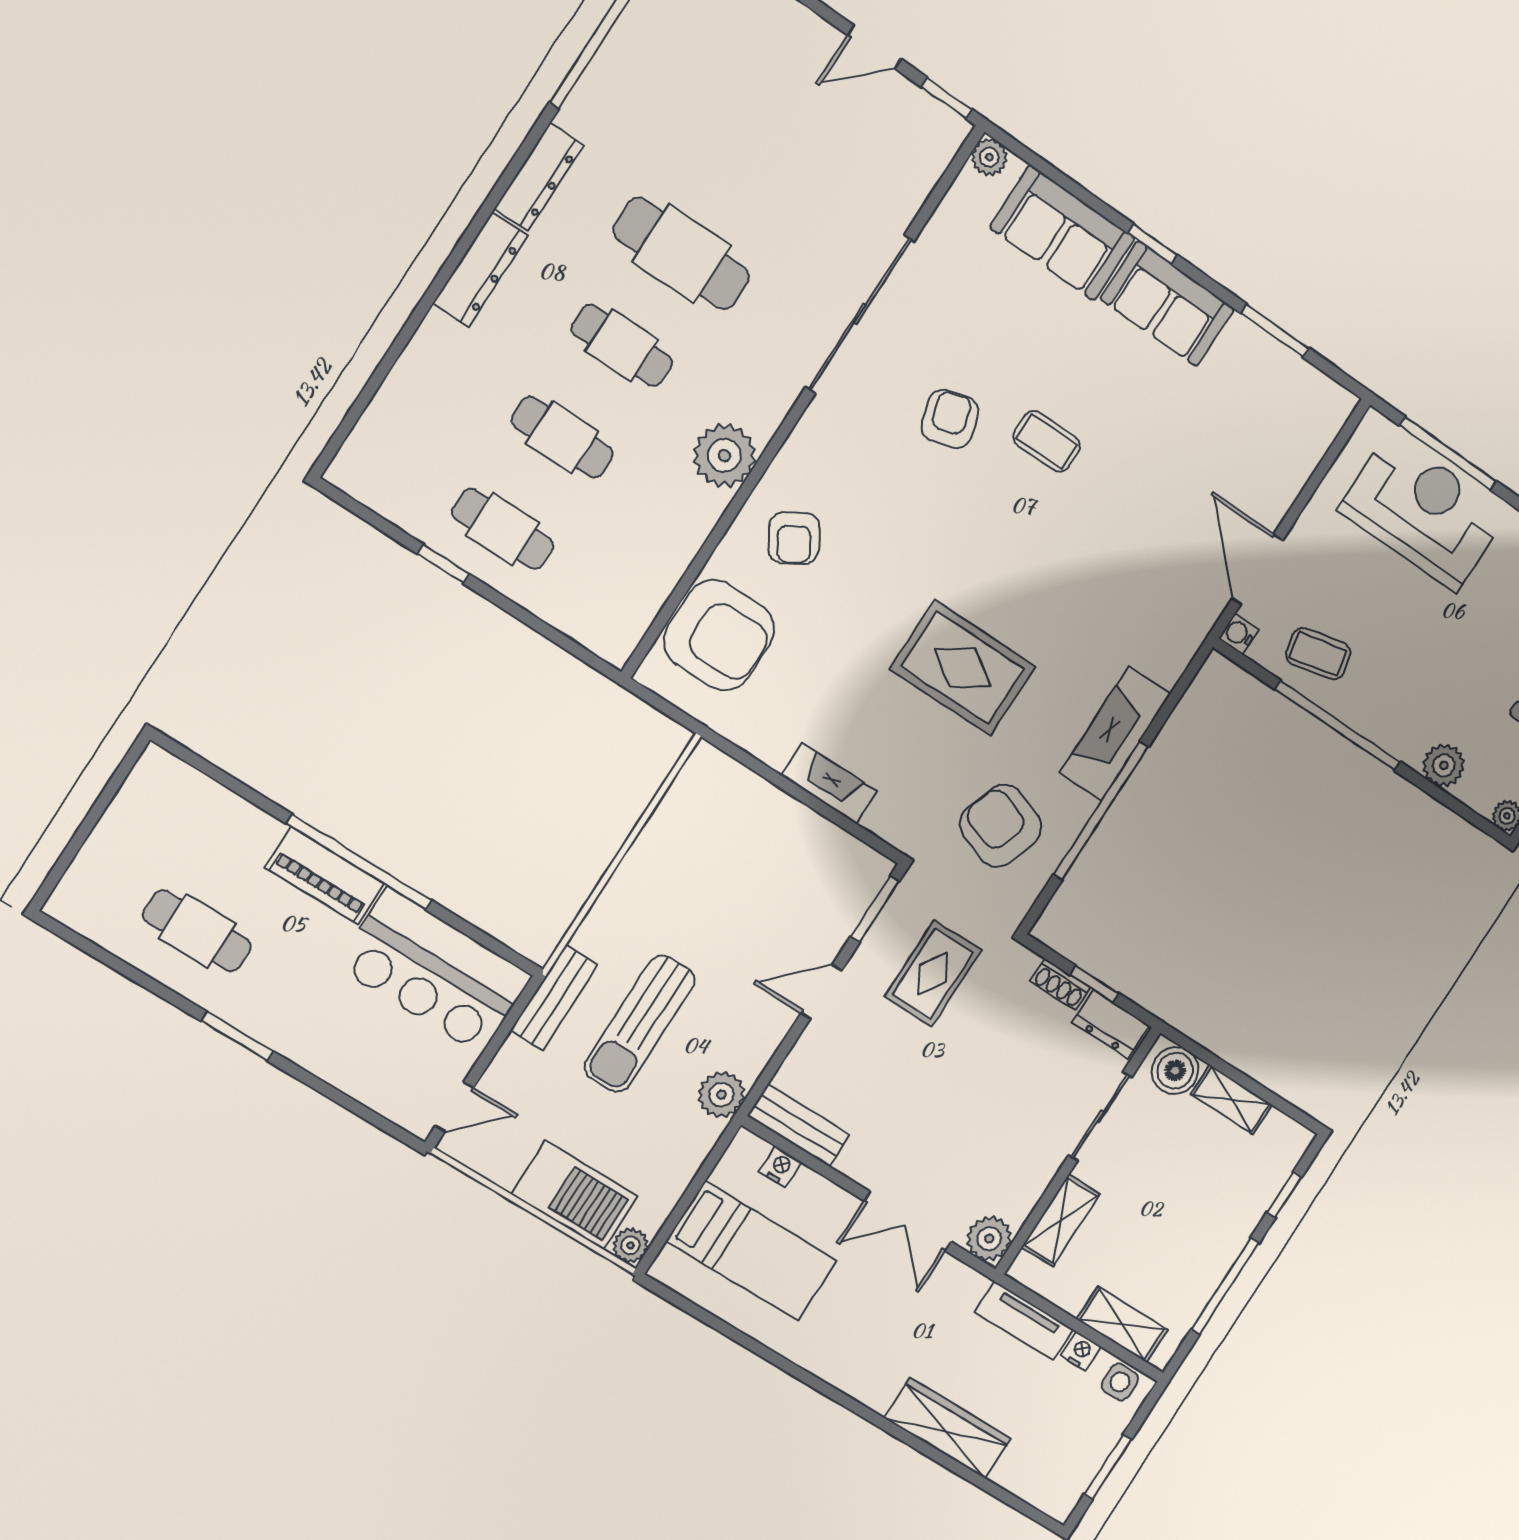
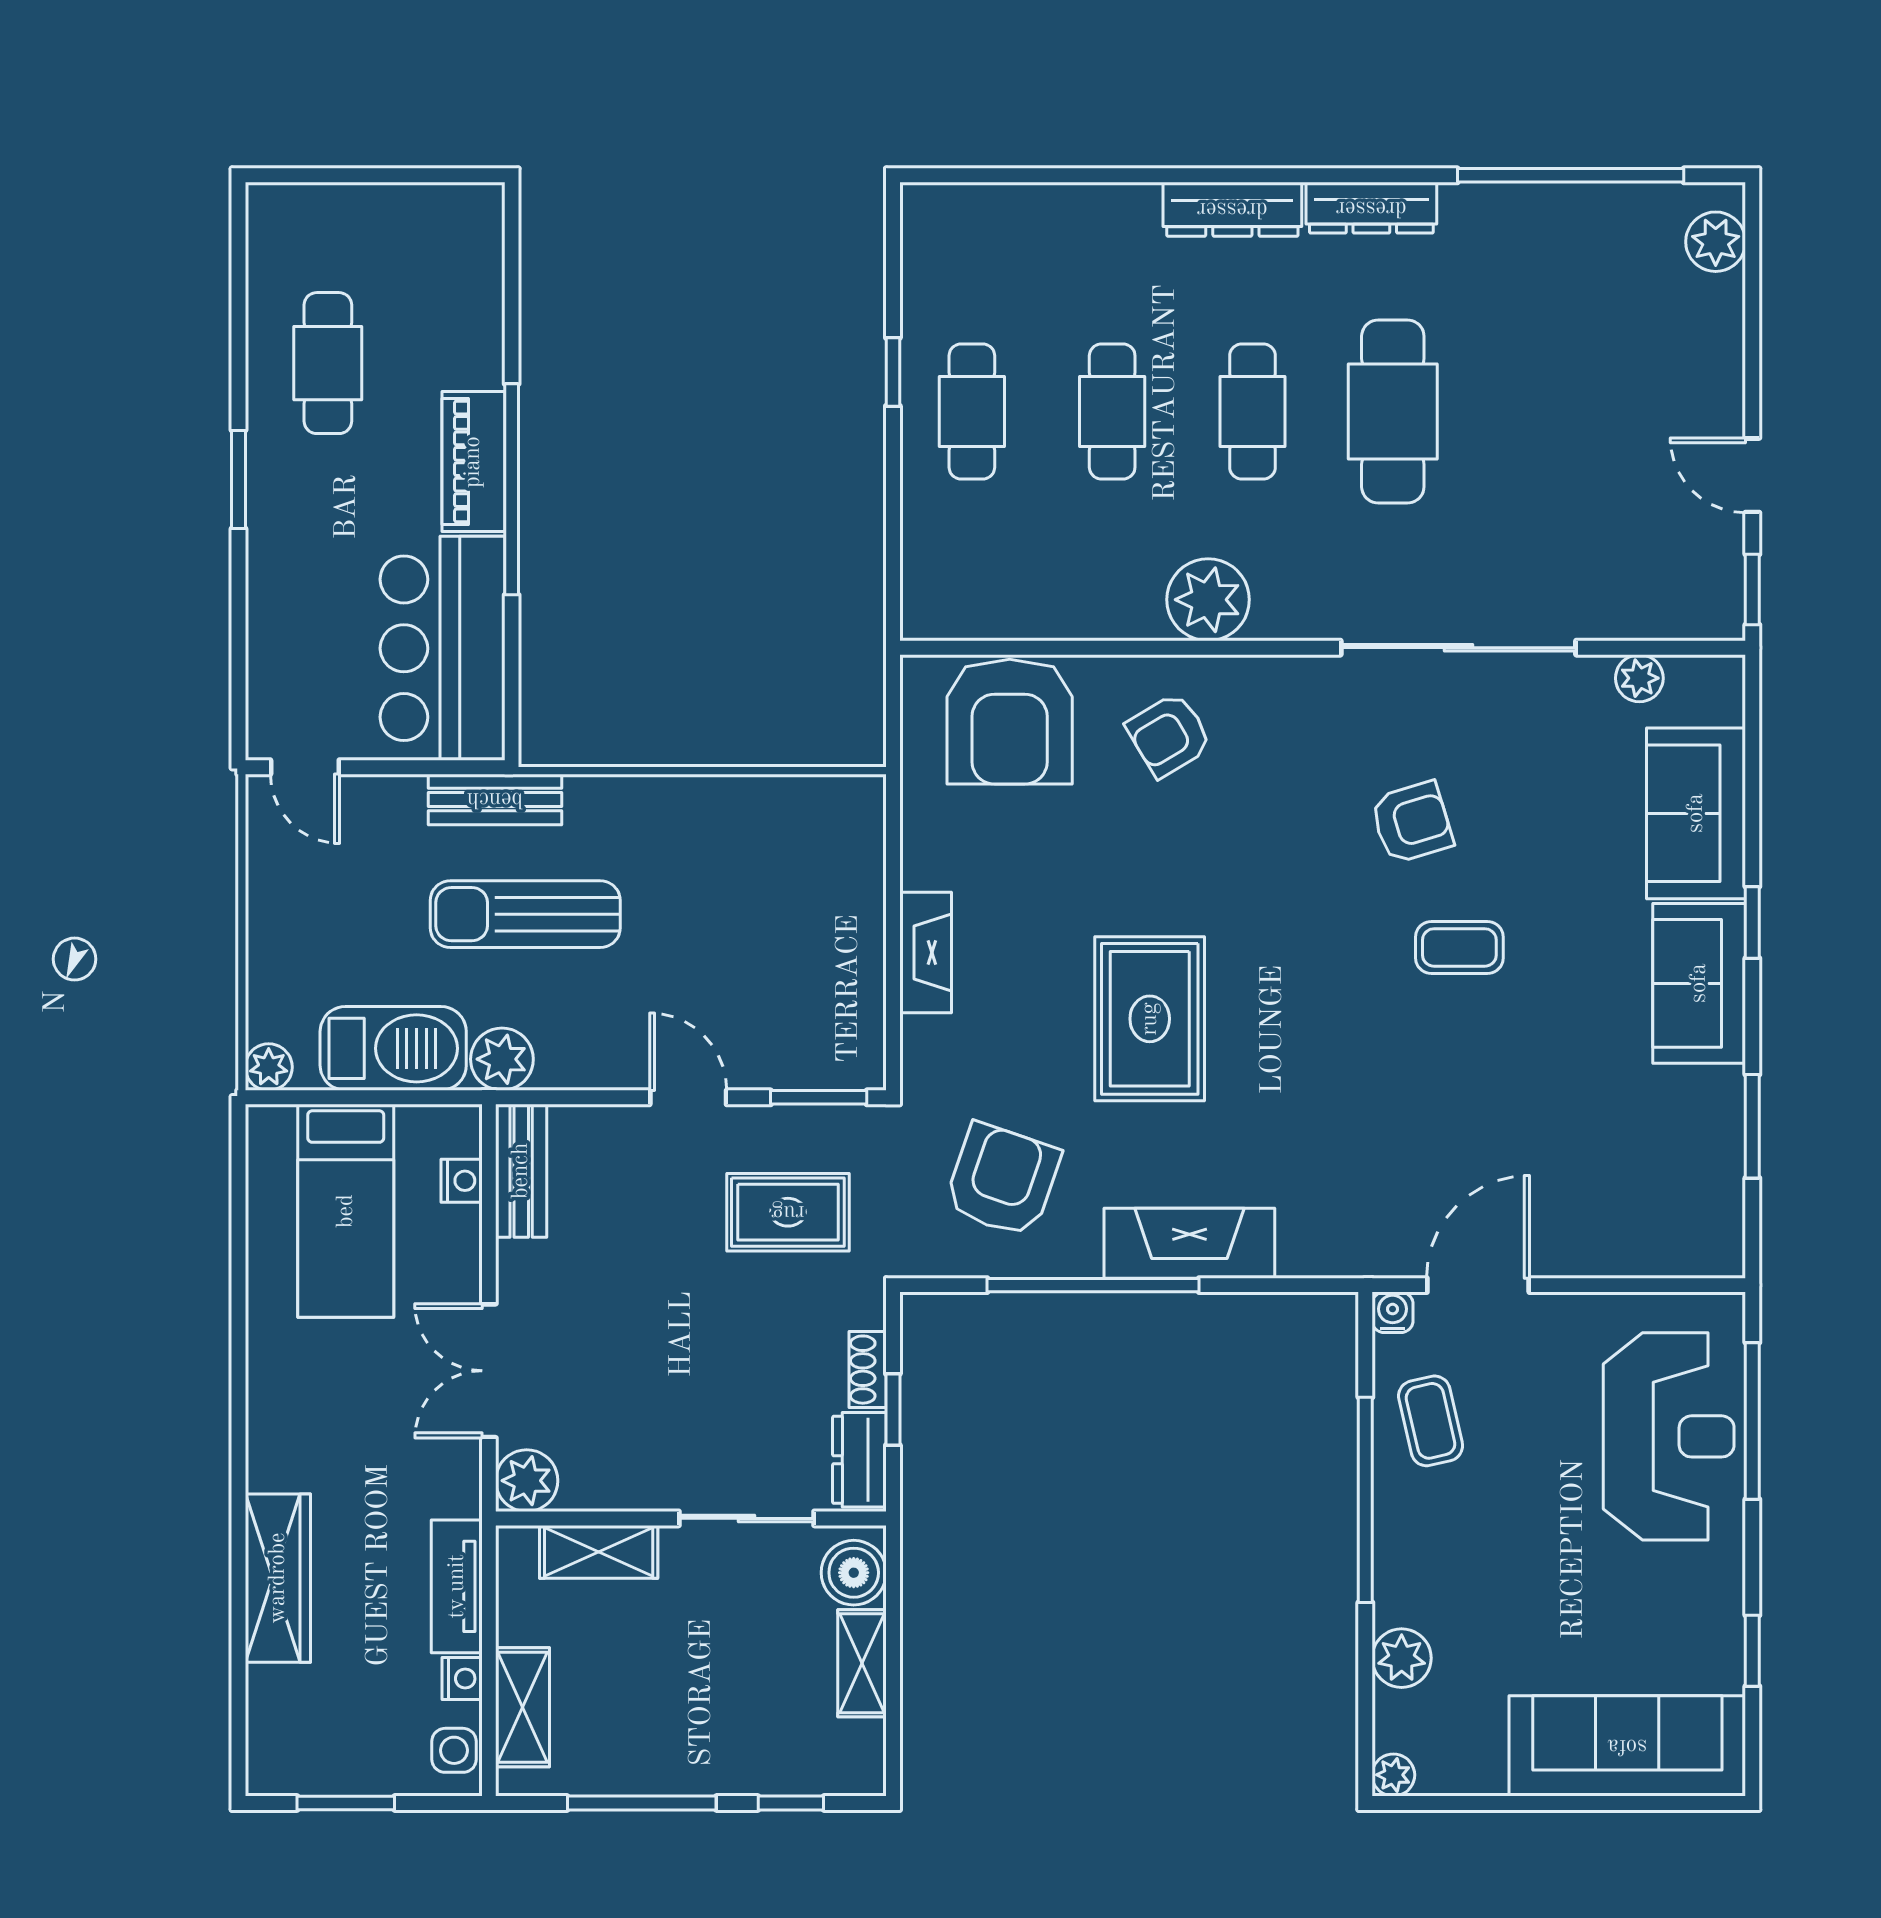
plant: (989, 157) -> (1639, 678), moved
coffee table: (1047, 441) -> (1459, 947), turned 90
barbecue: (574, 1195) -> (393, 1048), moved, turned -90

